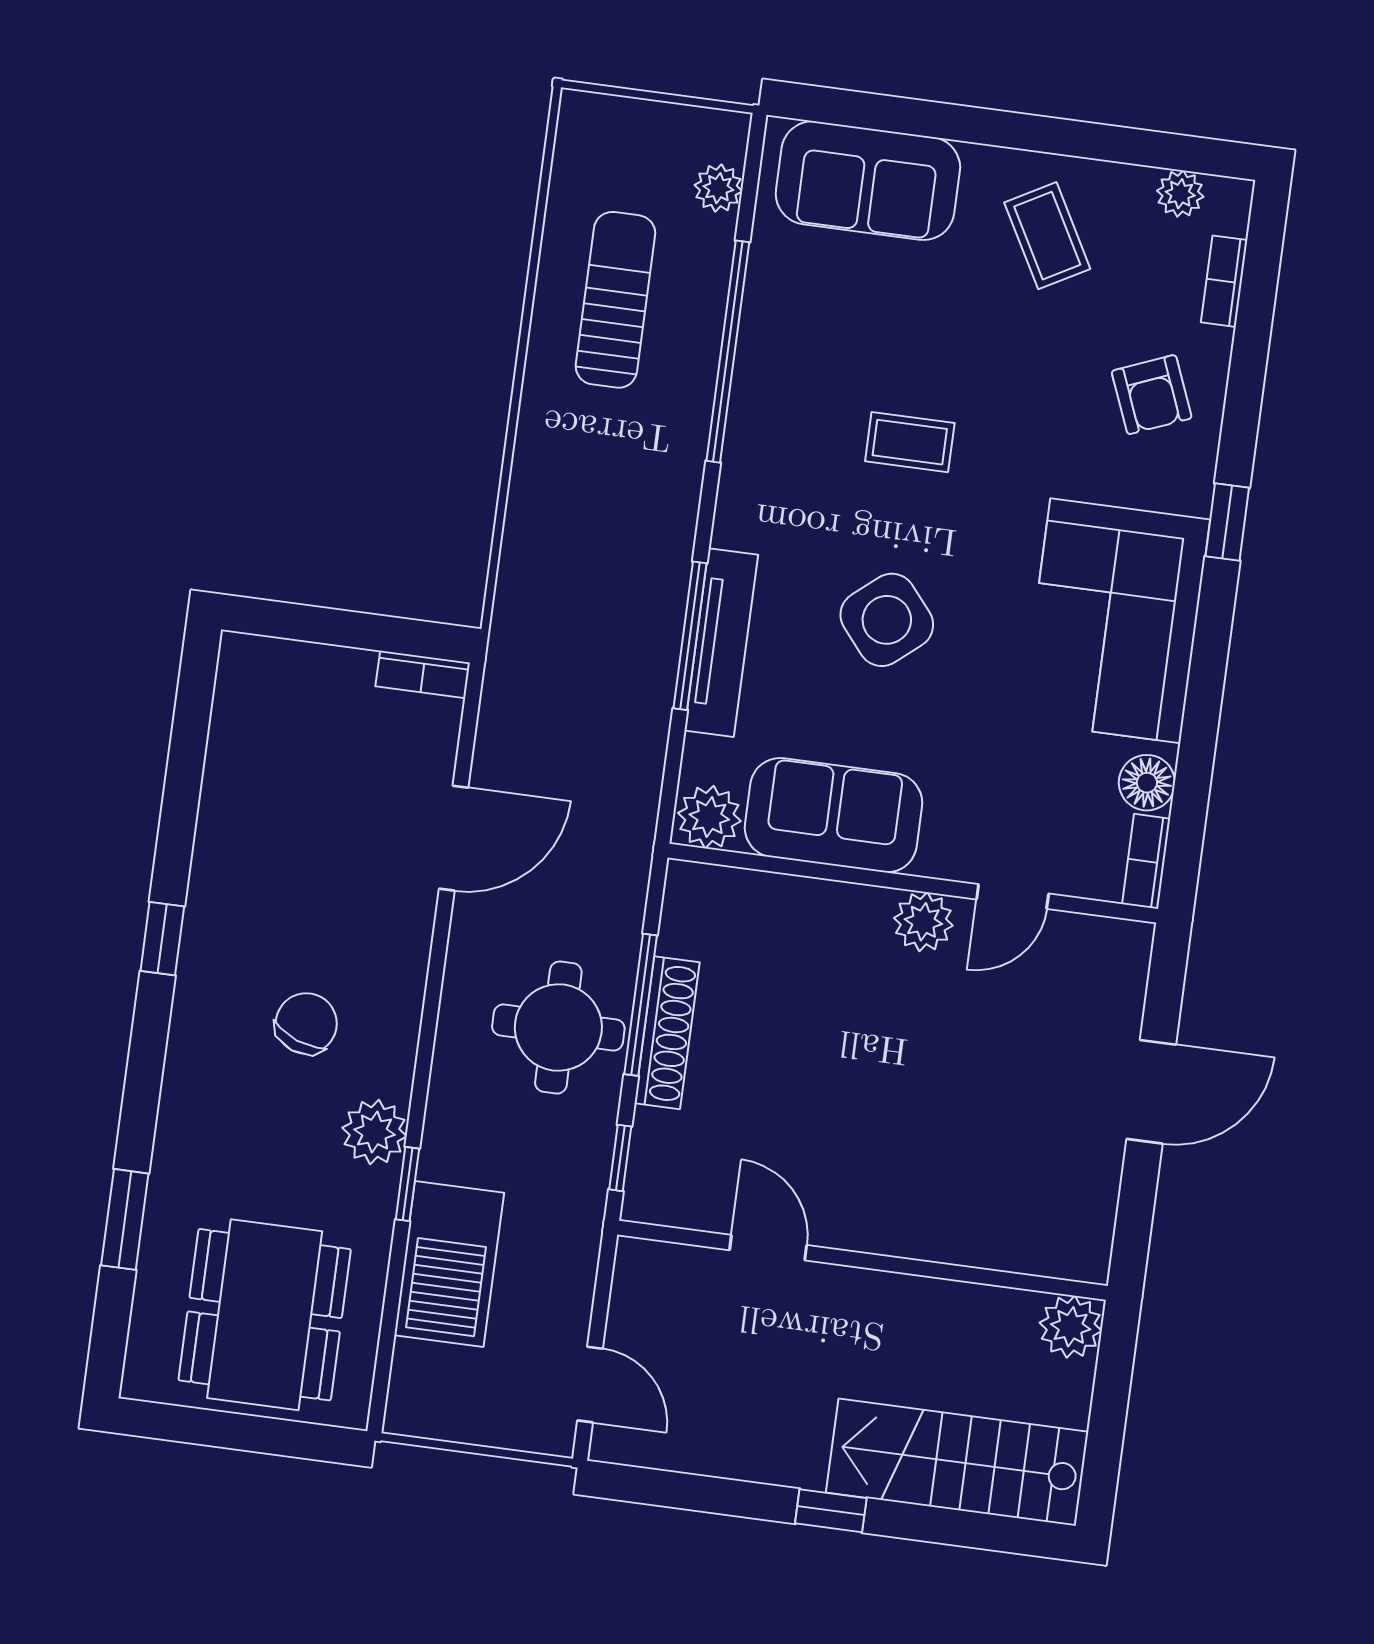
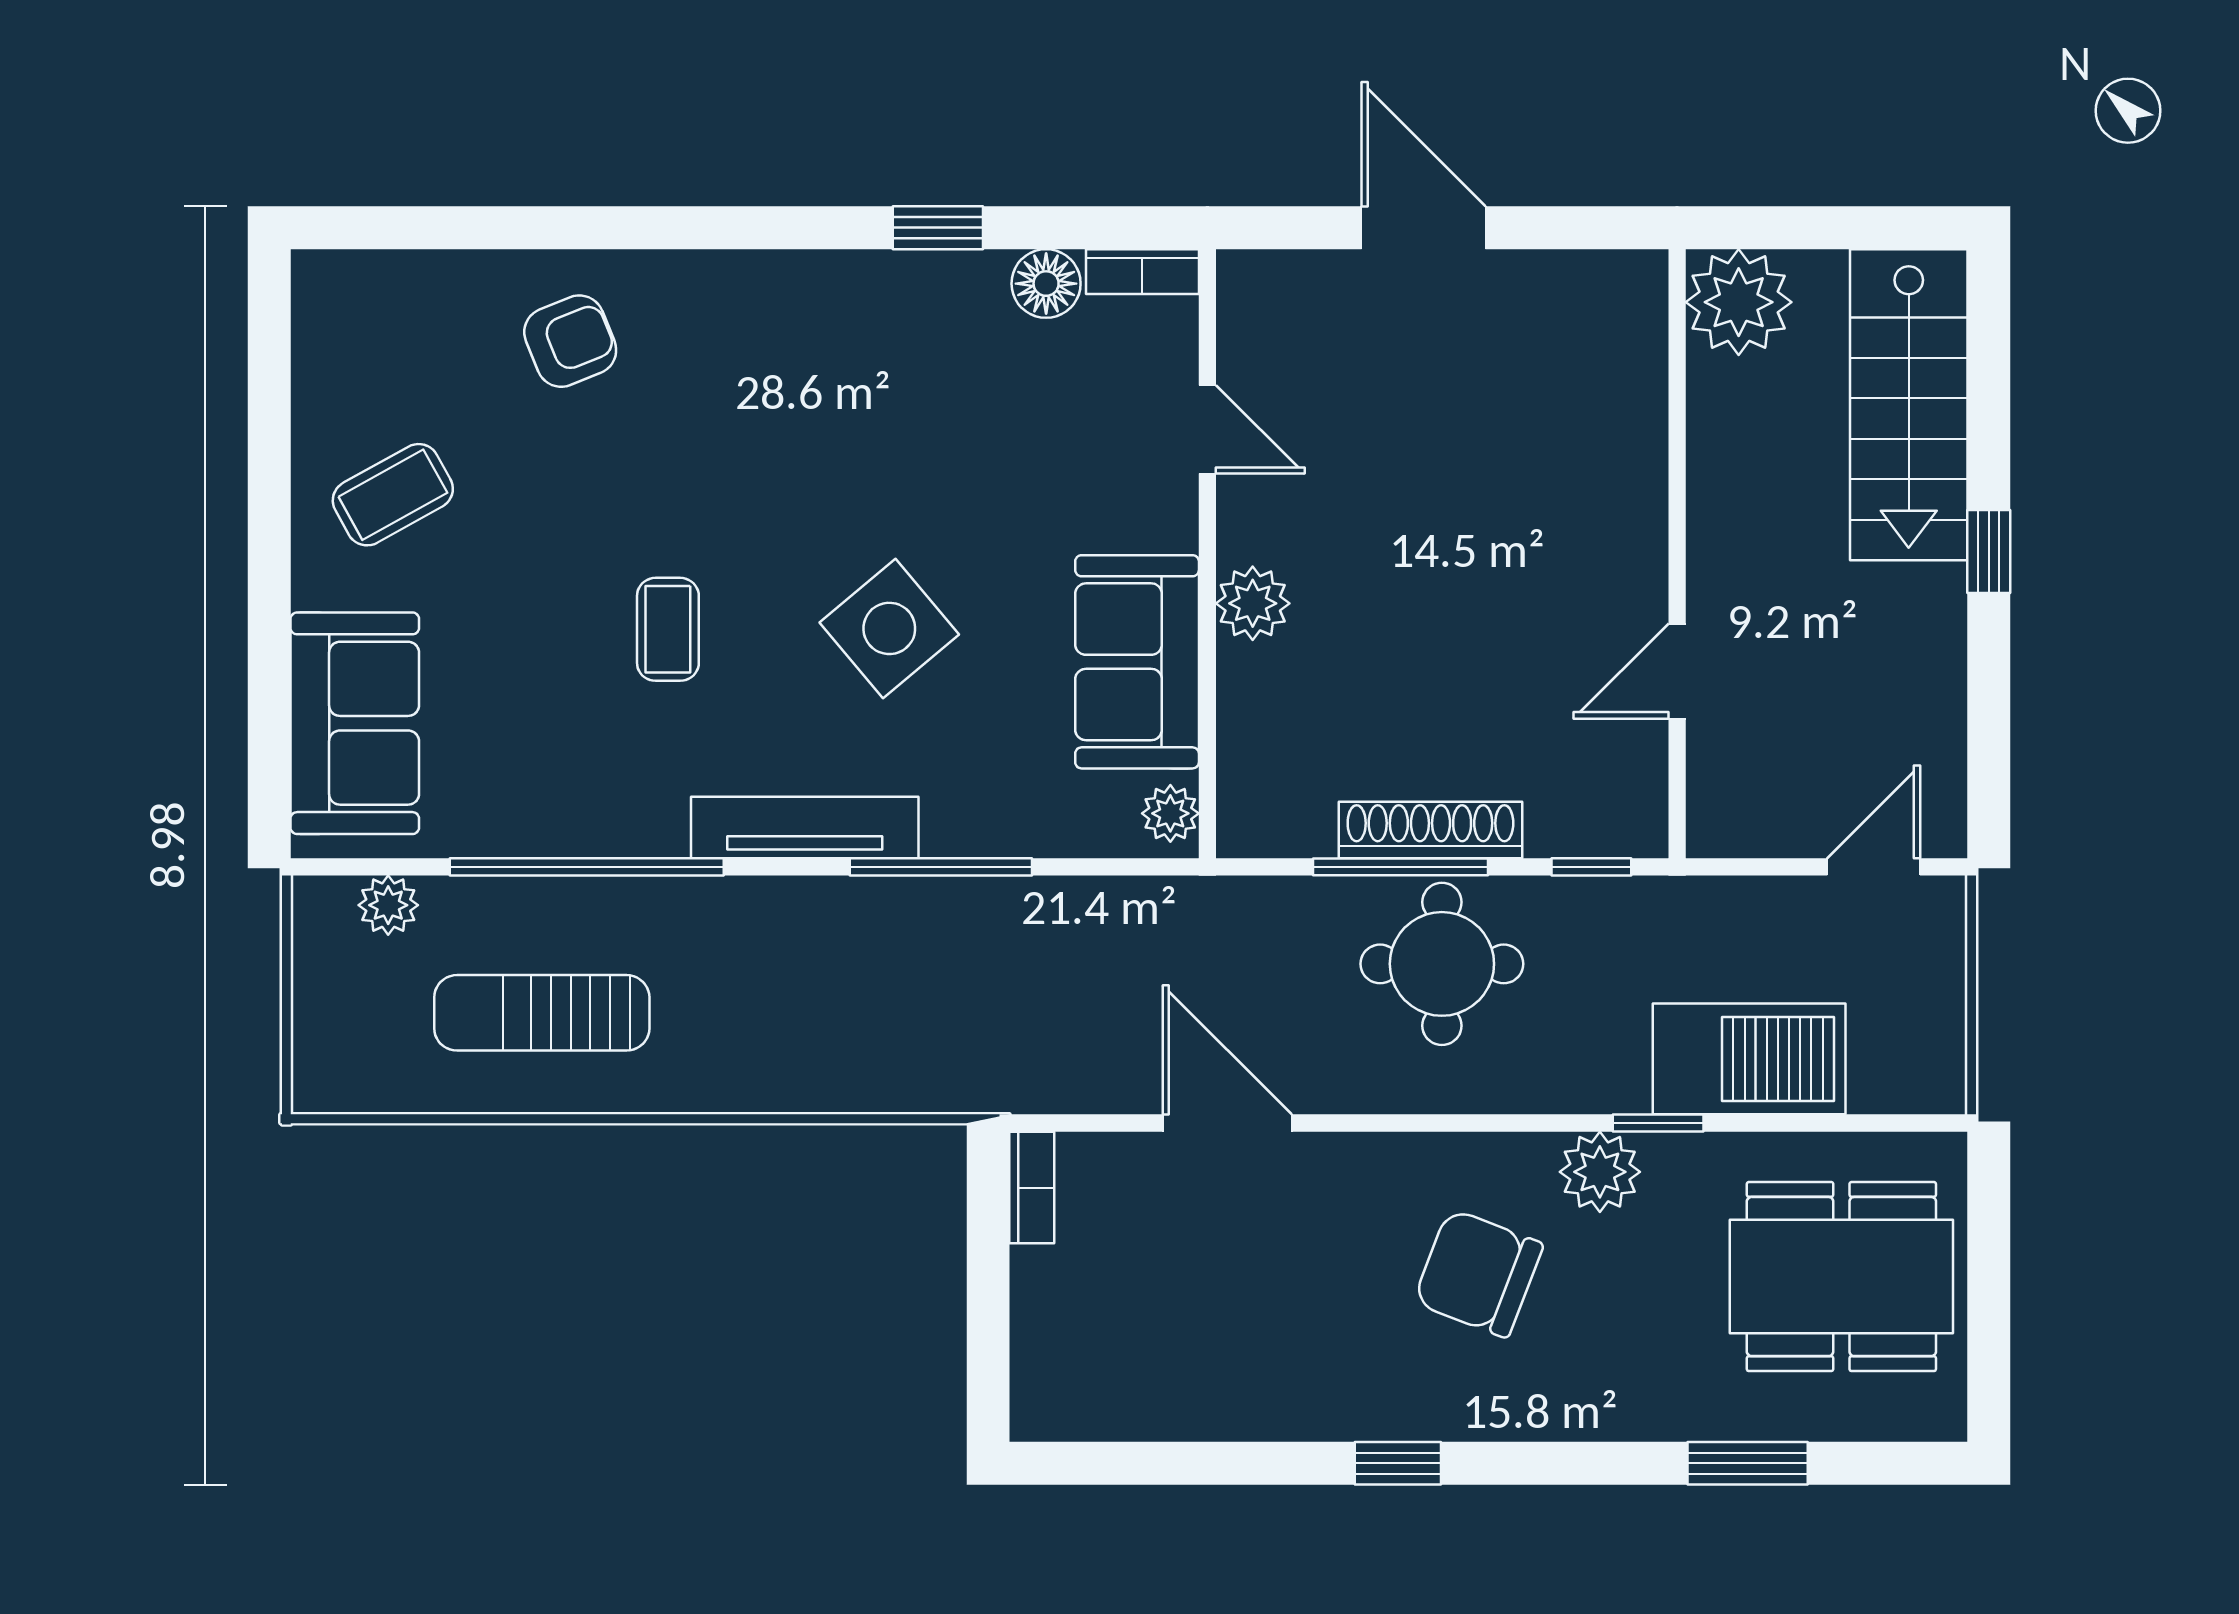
plant: (1180, 194) -> (320, 339), removed
bookcase: (1224, 281) -> (420, 271), removed
window: (1227, 522) -> (938, 228), moved
corner sofa: (1115, 621) -> (853, 349), removed
tv unit: (721, 643) -> (805, 827), moved
plant: (709, 817) -> (1170, 813), width x0.73, depth x0.73
plant: (923, 922) -> (1253, 603), moved
chair: (306, 1024) -> (1478, 1273), width x1.37, depth x1.37
plant: (1071, 1327) -> (1739, 302), width x1.36, depth x1.36

